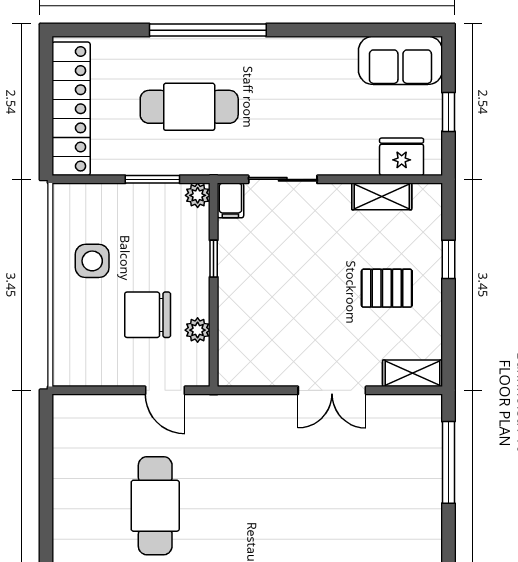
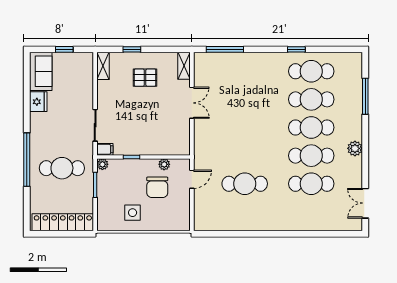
cafe table: (189, 107) -> (62, 168), turned 90
fridge: (402, 157) -> (38, 102), moved, turned 180
shelving: (382, 196) -> (103, 66), moved
pallet: (387, 288) -> (145, 78), turned 90

